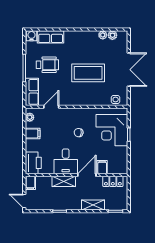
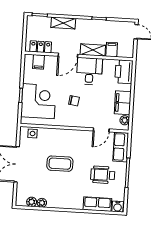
coffee table: (88, 73) -> (60, 164), width x0.73, depth x0.76
filing cabinet: (33, 133) -> (123, 103), width x2.00
filing cabinet: (102, 167) -> (39, 62), moved
filing cabinet: (30, 183) -> (112, 50), moved

